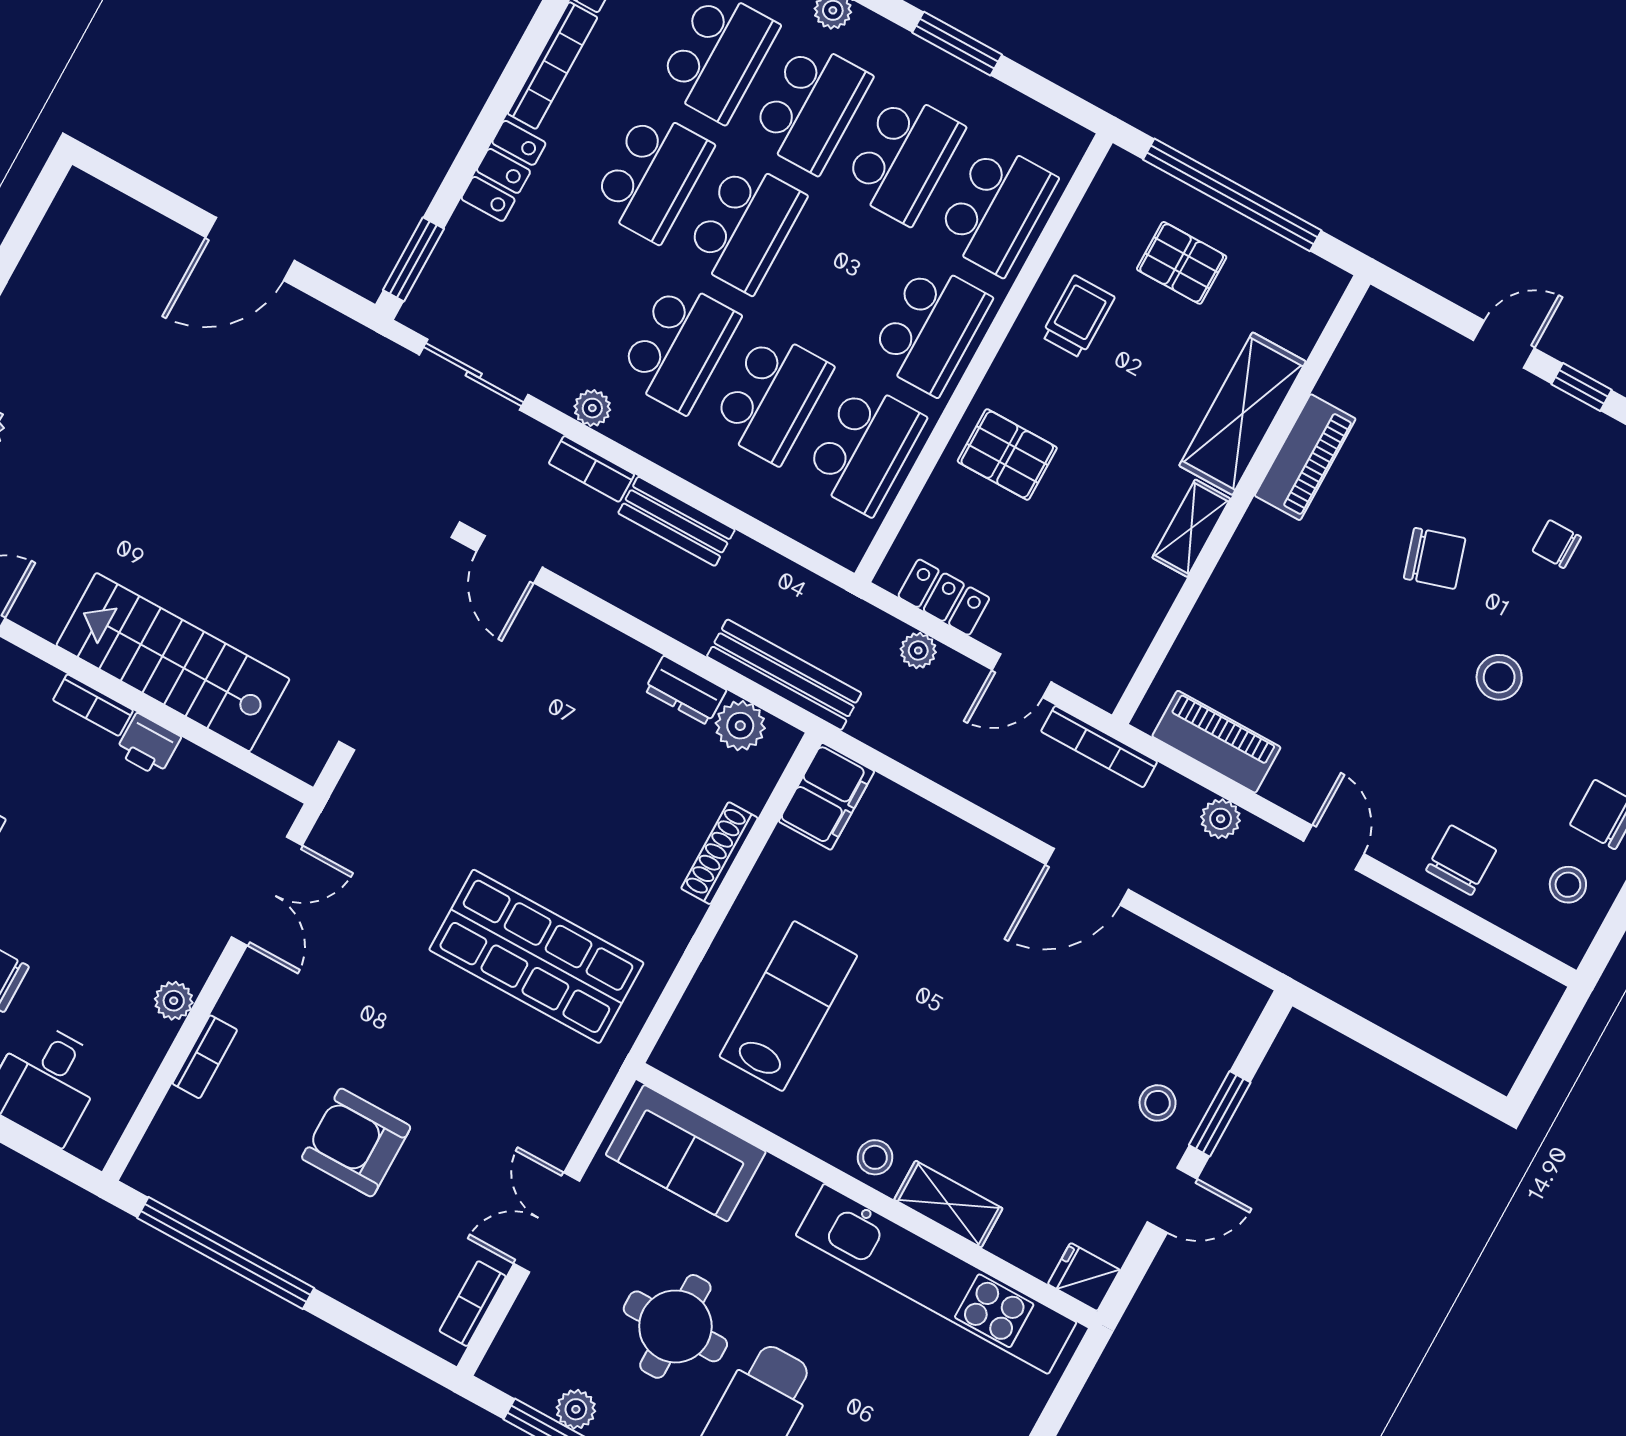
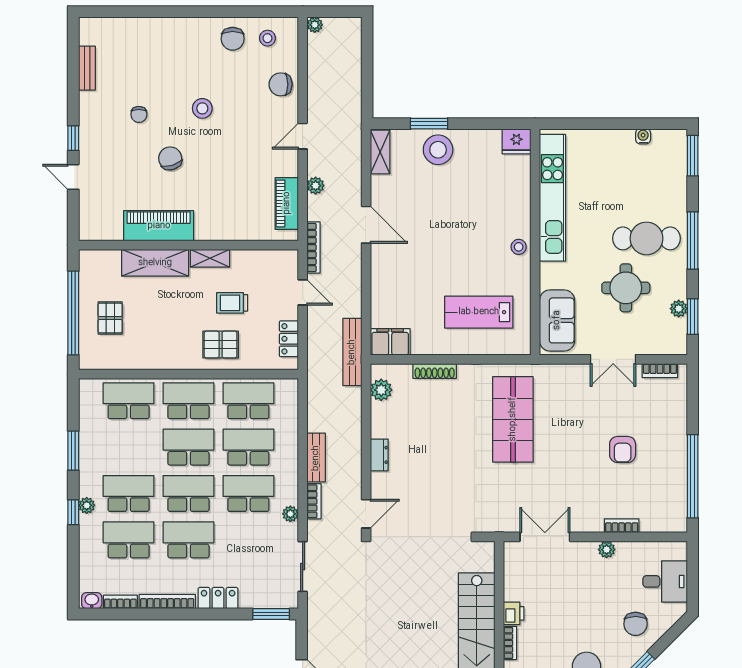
school desk: (903, 158) -> (188, 447), moved
trolley: (1078, 317) -> (232, 303), moved
pallet: (1007, 455) -> (221, 345), turned 90
piano: (1305, 457) -> (159, 226), width x1.37, depth x1.33
plant: (918, 650) -> (315, 25), moved
bench: (784, 675) -> (352, 352), moved
dresser: (685, 690) -> (379, 455), moved
stool: (1158, 1103) -> (438, 150), width x1.89, depth x1.89
armchair: (356, 1142) -> (623, 449), width x0.72, depth x0.72
door: (1172, 1200) -> (472, 124), removed
shelving: (948, 1204) -> (380, 152), moved
fridge: (1084, 1277) -> (516, 141), width x1.38

